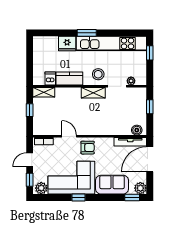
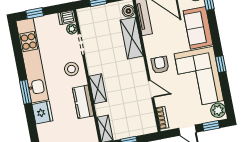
dishwasher: (50, 79) -> (67, 17), moved
shelving: (93, 93) -> (98, 89), moved
shelving: (114, 129) -> (132, 38), added
door: (69, 136) -> (151, 89), swing flipped

